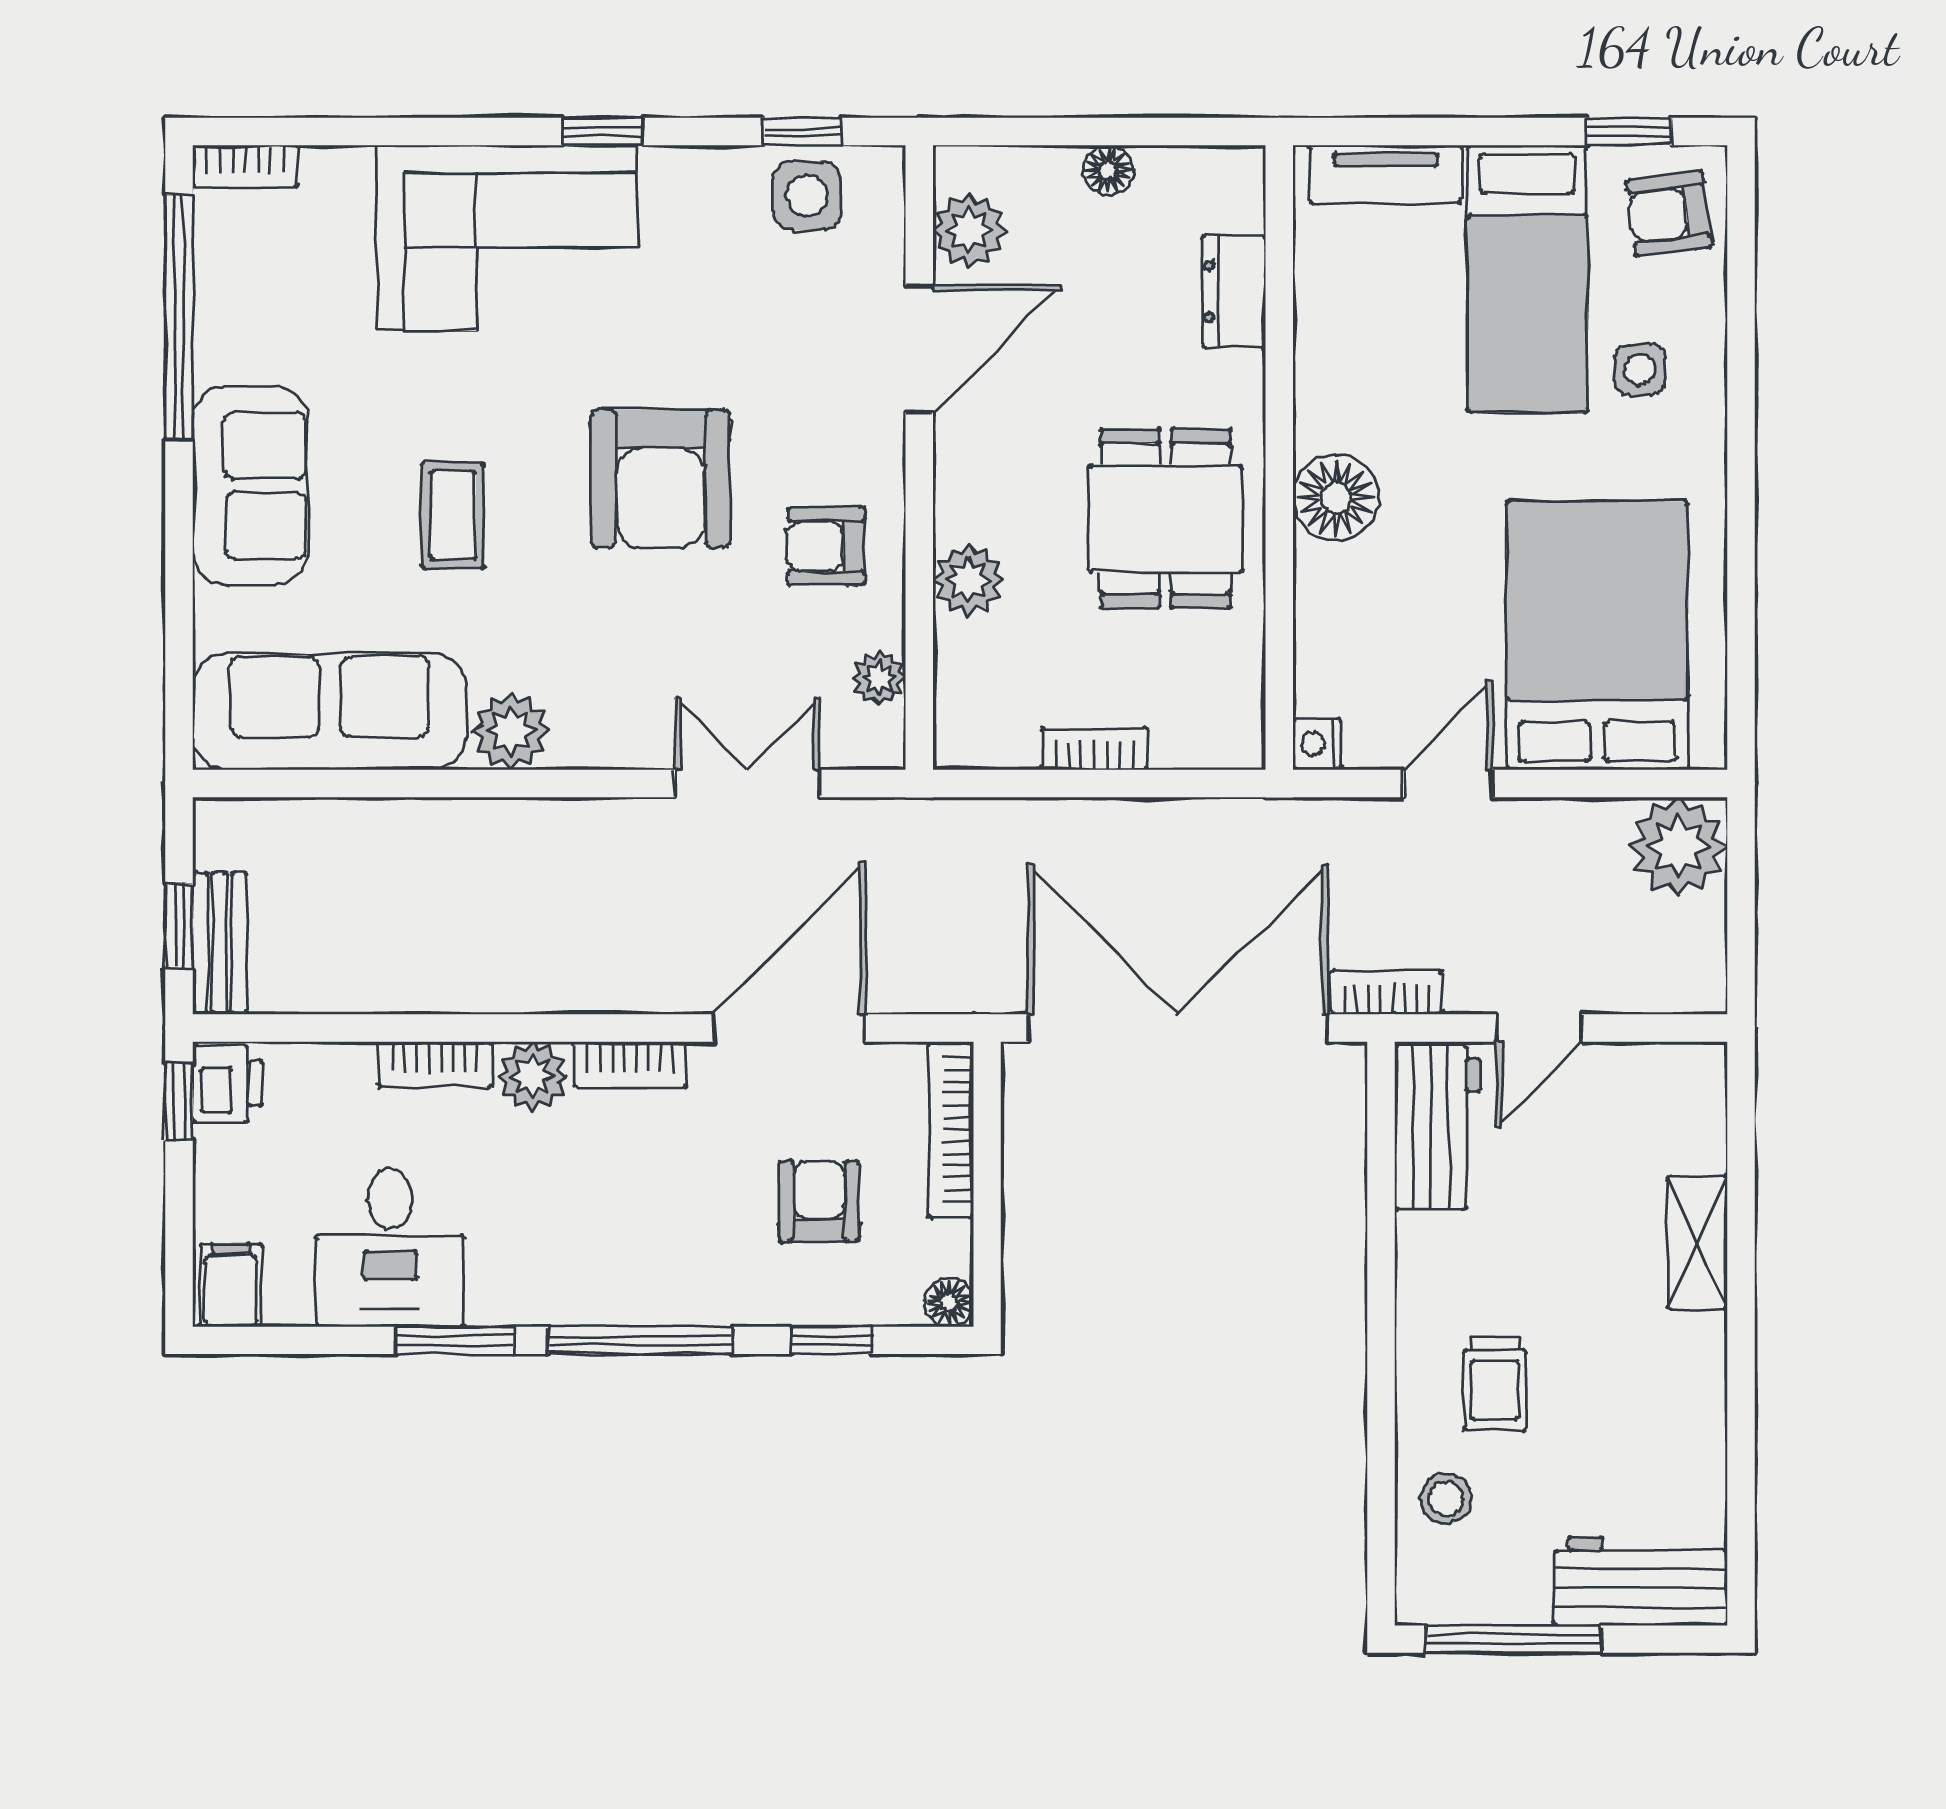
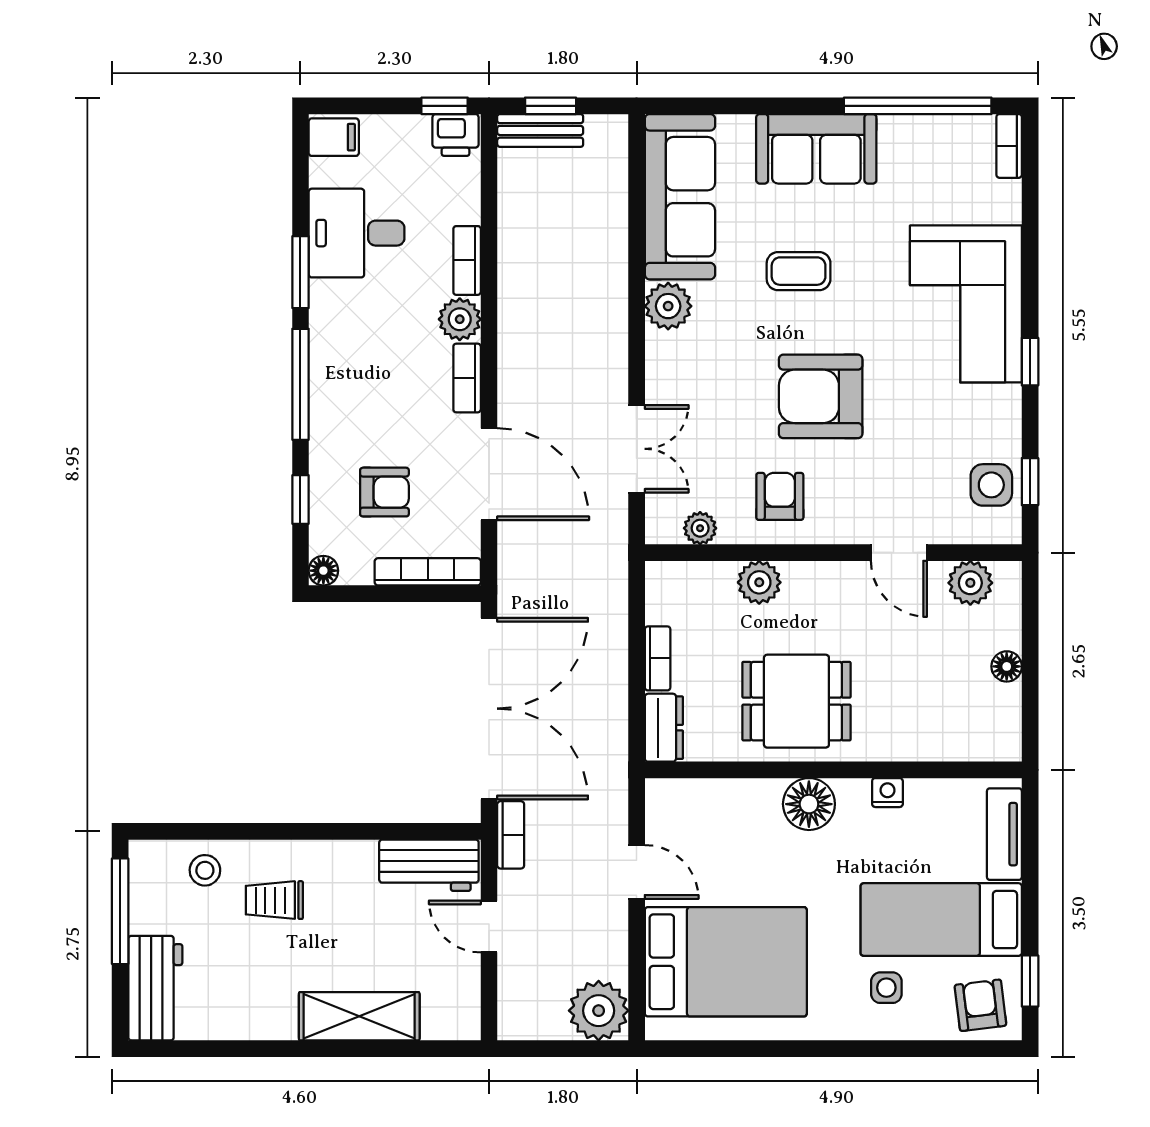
dresser: (1234, 292) -> (664, 728), moved, turned 90
door: (919, 349) -> (899, 553), width x0.73
nightstand: (1317, 744) -> (887, 793), moved
shelving: (1697, 1243) -> (359, 1016), width x1.50, depth x1.33

